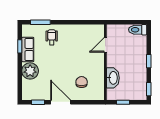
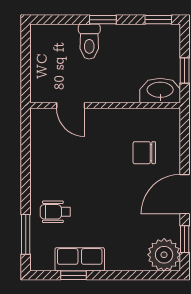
toilet: (138, 30) -> (89, 41), moved
plant: (30, 71) -> (164, 255), moved
washbasin: (113, 78) -> (160, 90), moved

